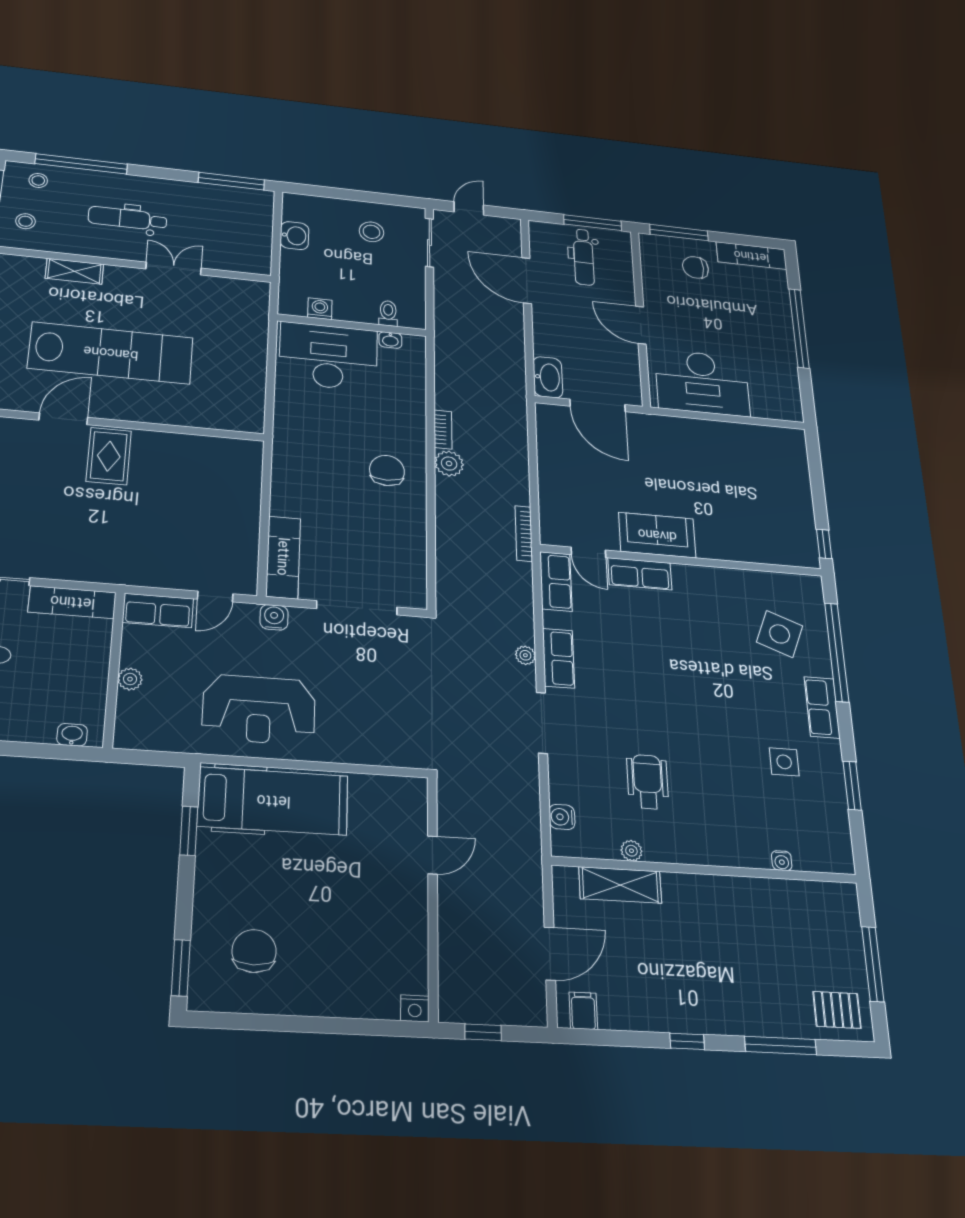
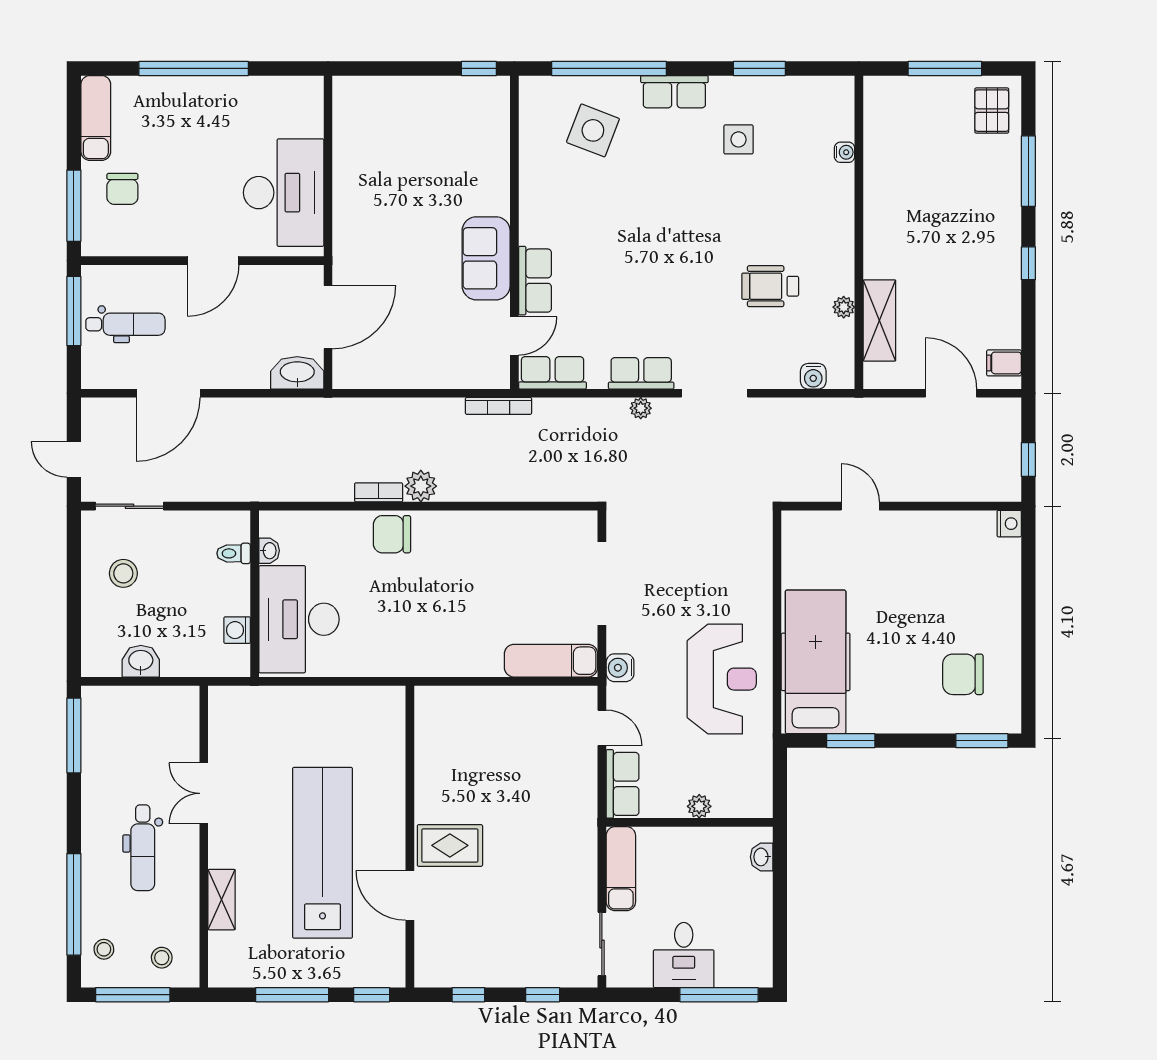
chair: (387, 470) -> (392, 534), moved

